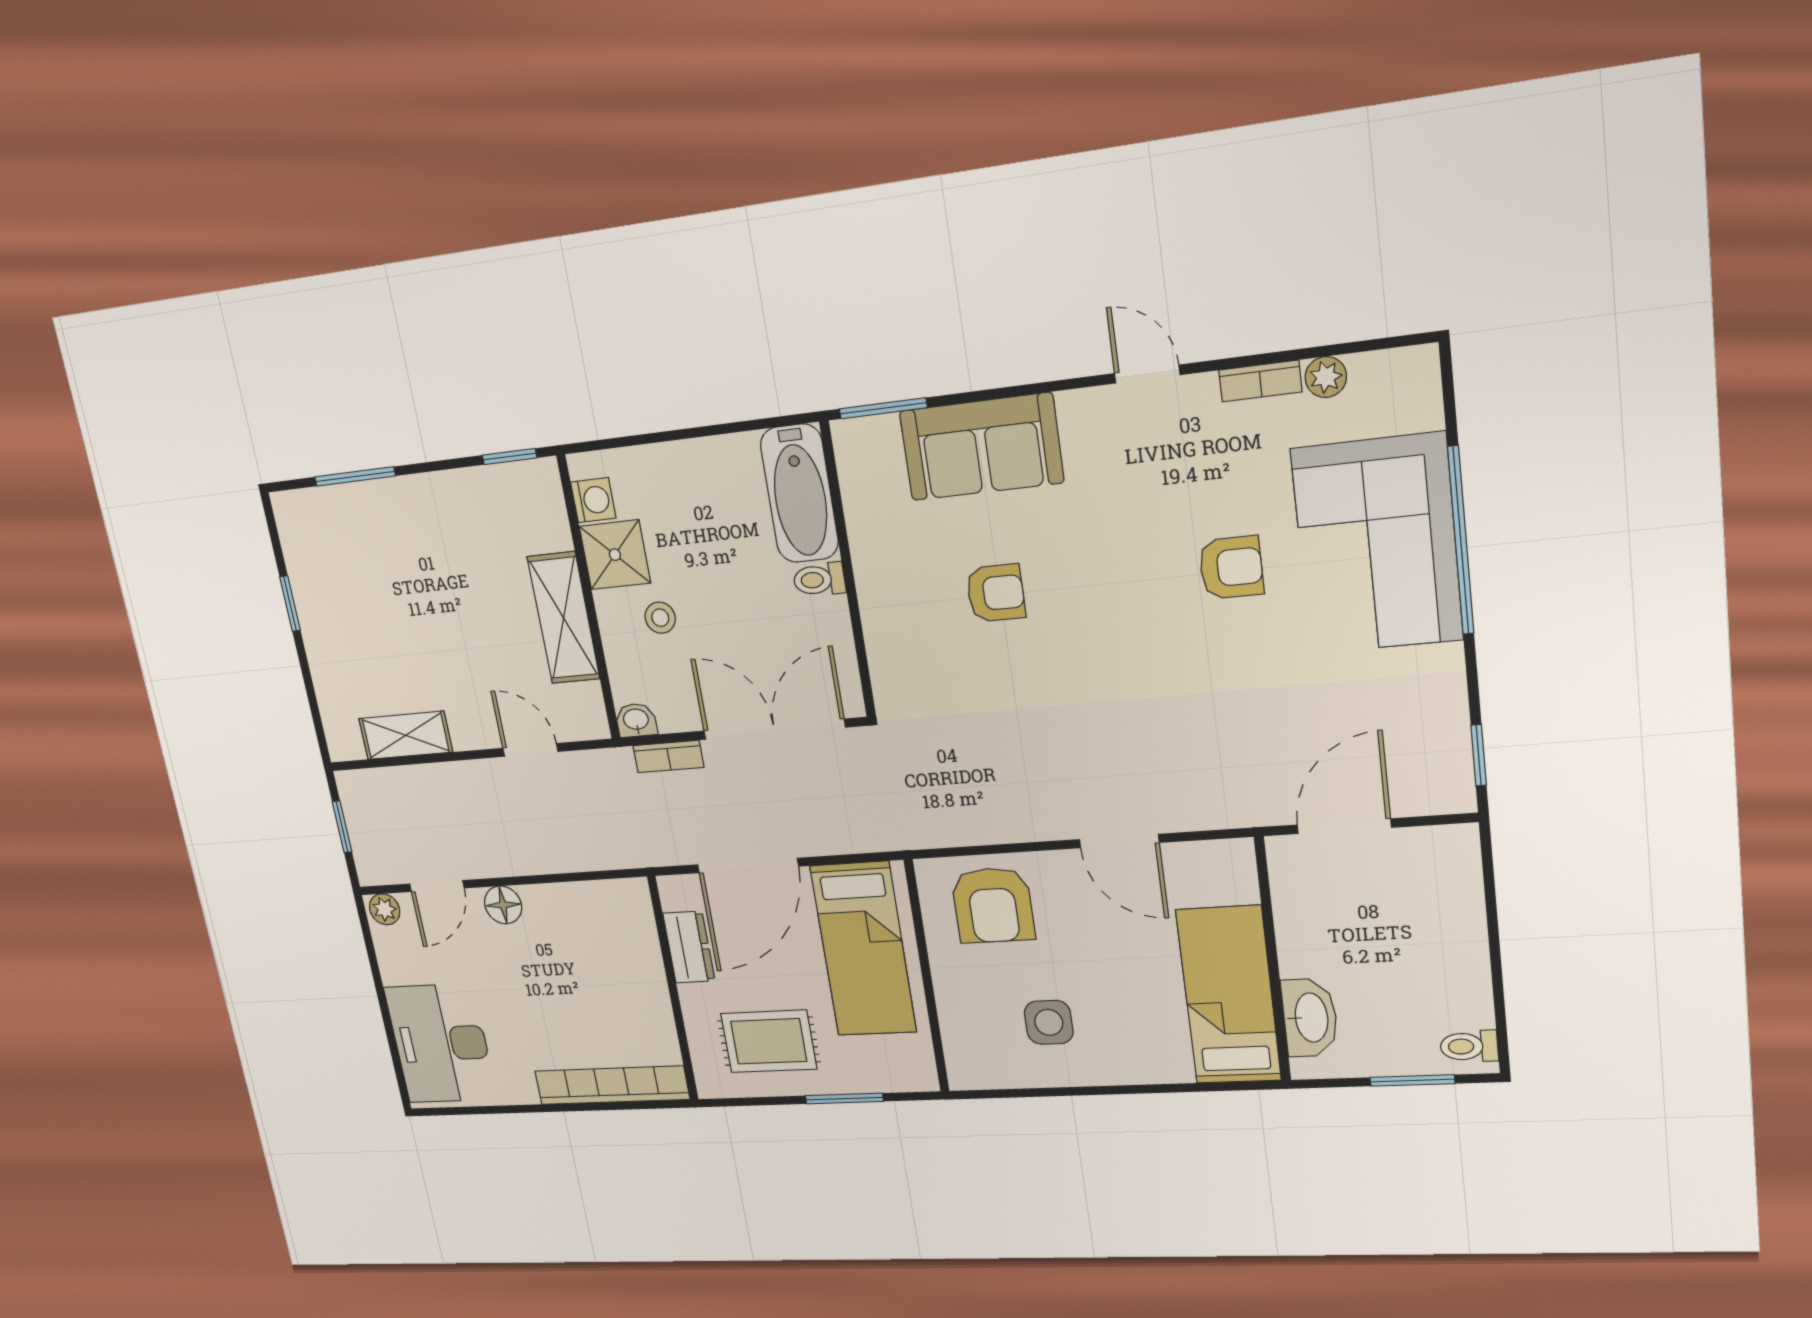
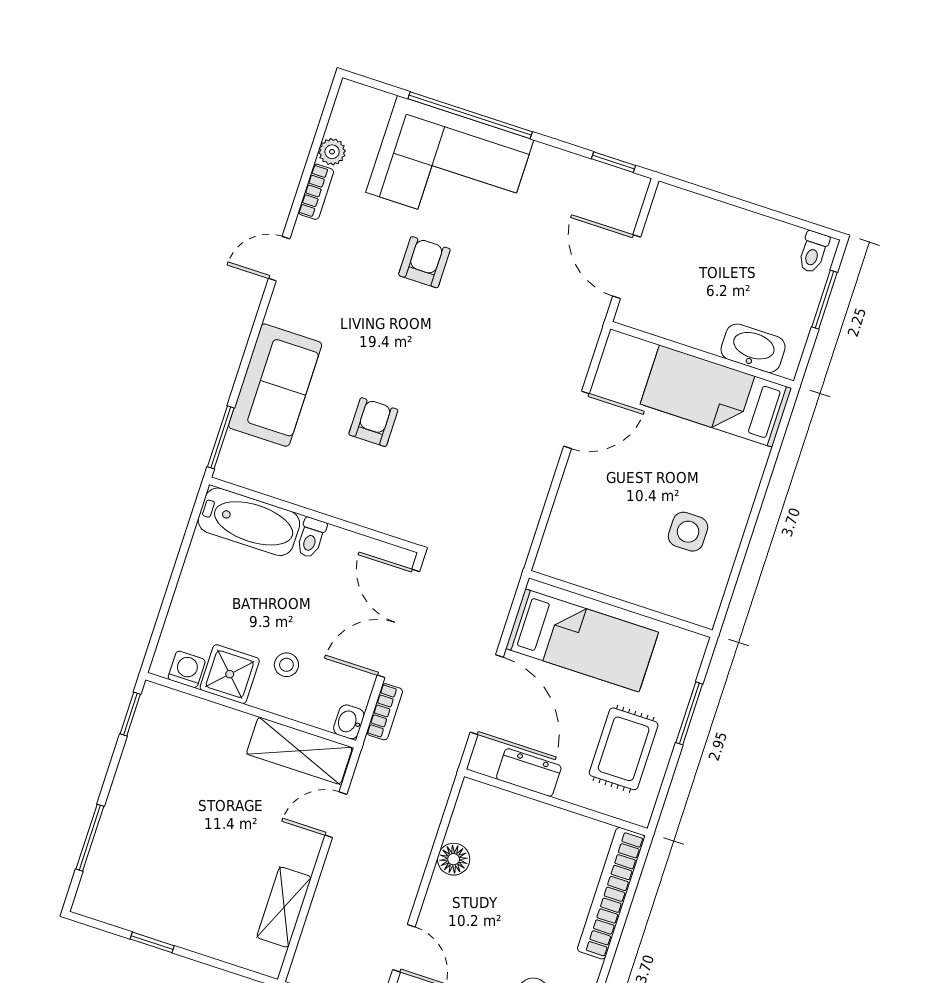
shelving: (564, 618) -> (299, 751), moved
floor lamp: (503, 905) -> (454, 859), moved
armchair: (993, 905) -> (587, 530), removed

